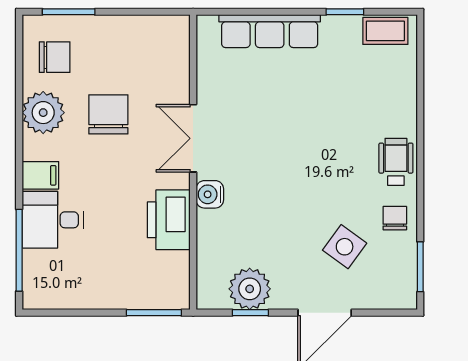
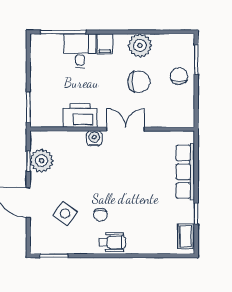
chair: (55, 57) -> (179, 76), moved, turned 180
chair: (395, 218) -> (100, 215), moved, turned 90

